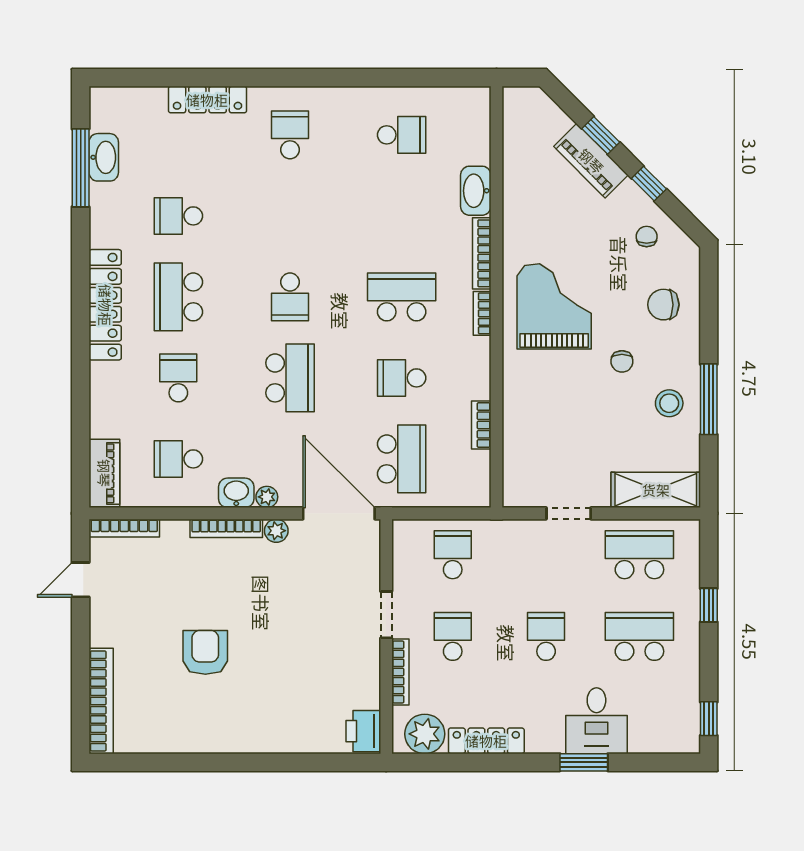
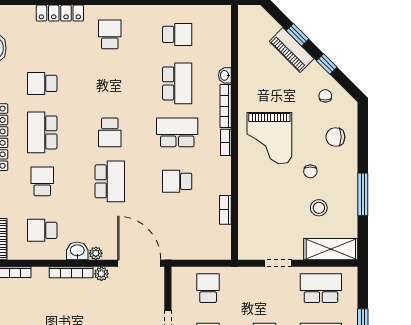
washbasin: (476, 191) -> (225, 75), width x0.52, depth x0.69
grand piano: (554, 306) -> (269, 138), turned 180
stool: (669, 403) -> (319, 208), moved
school desk: (402, 459) -> (177, 83), moved

